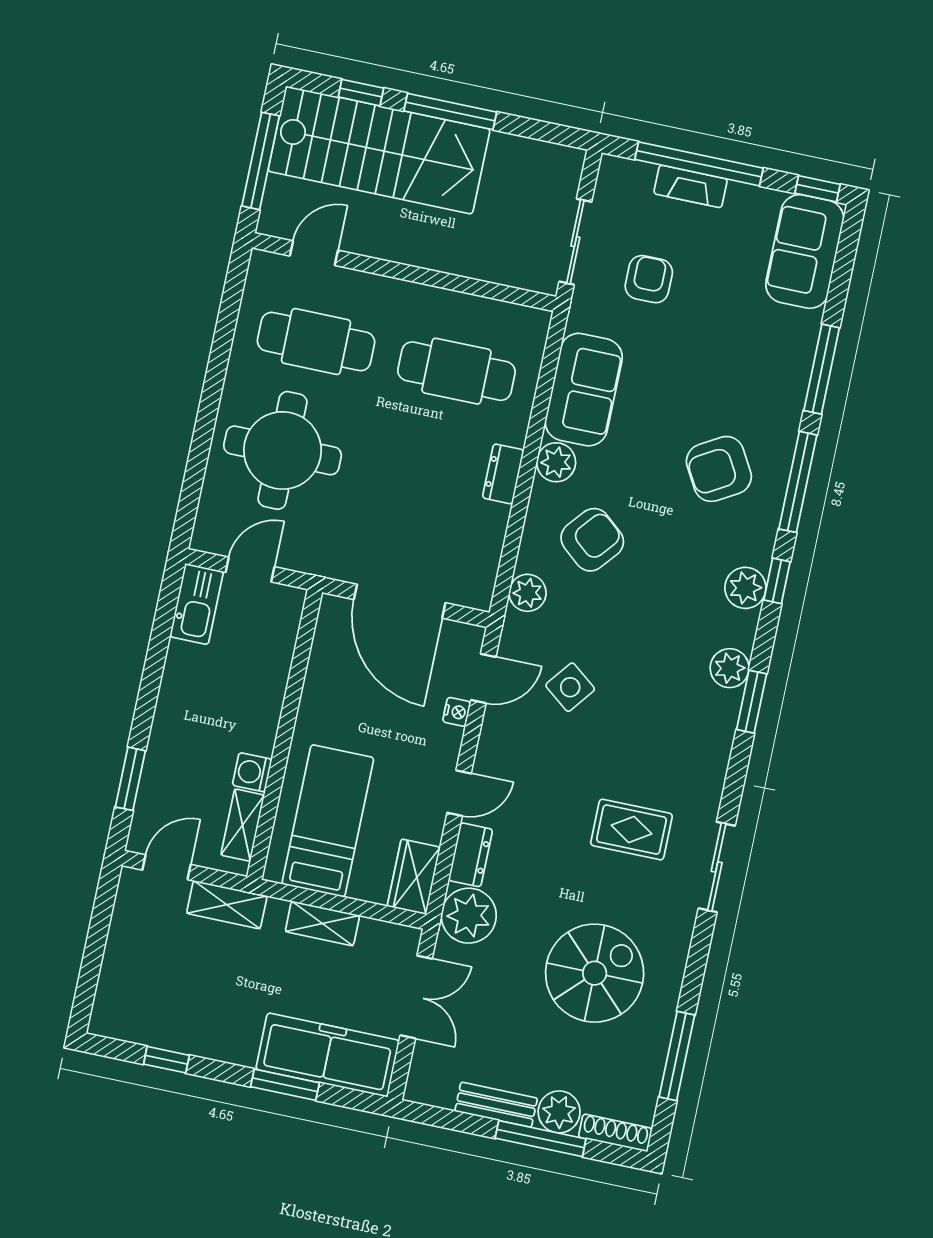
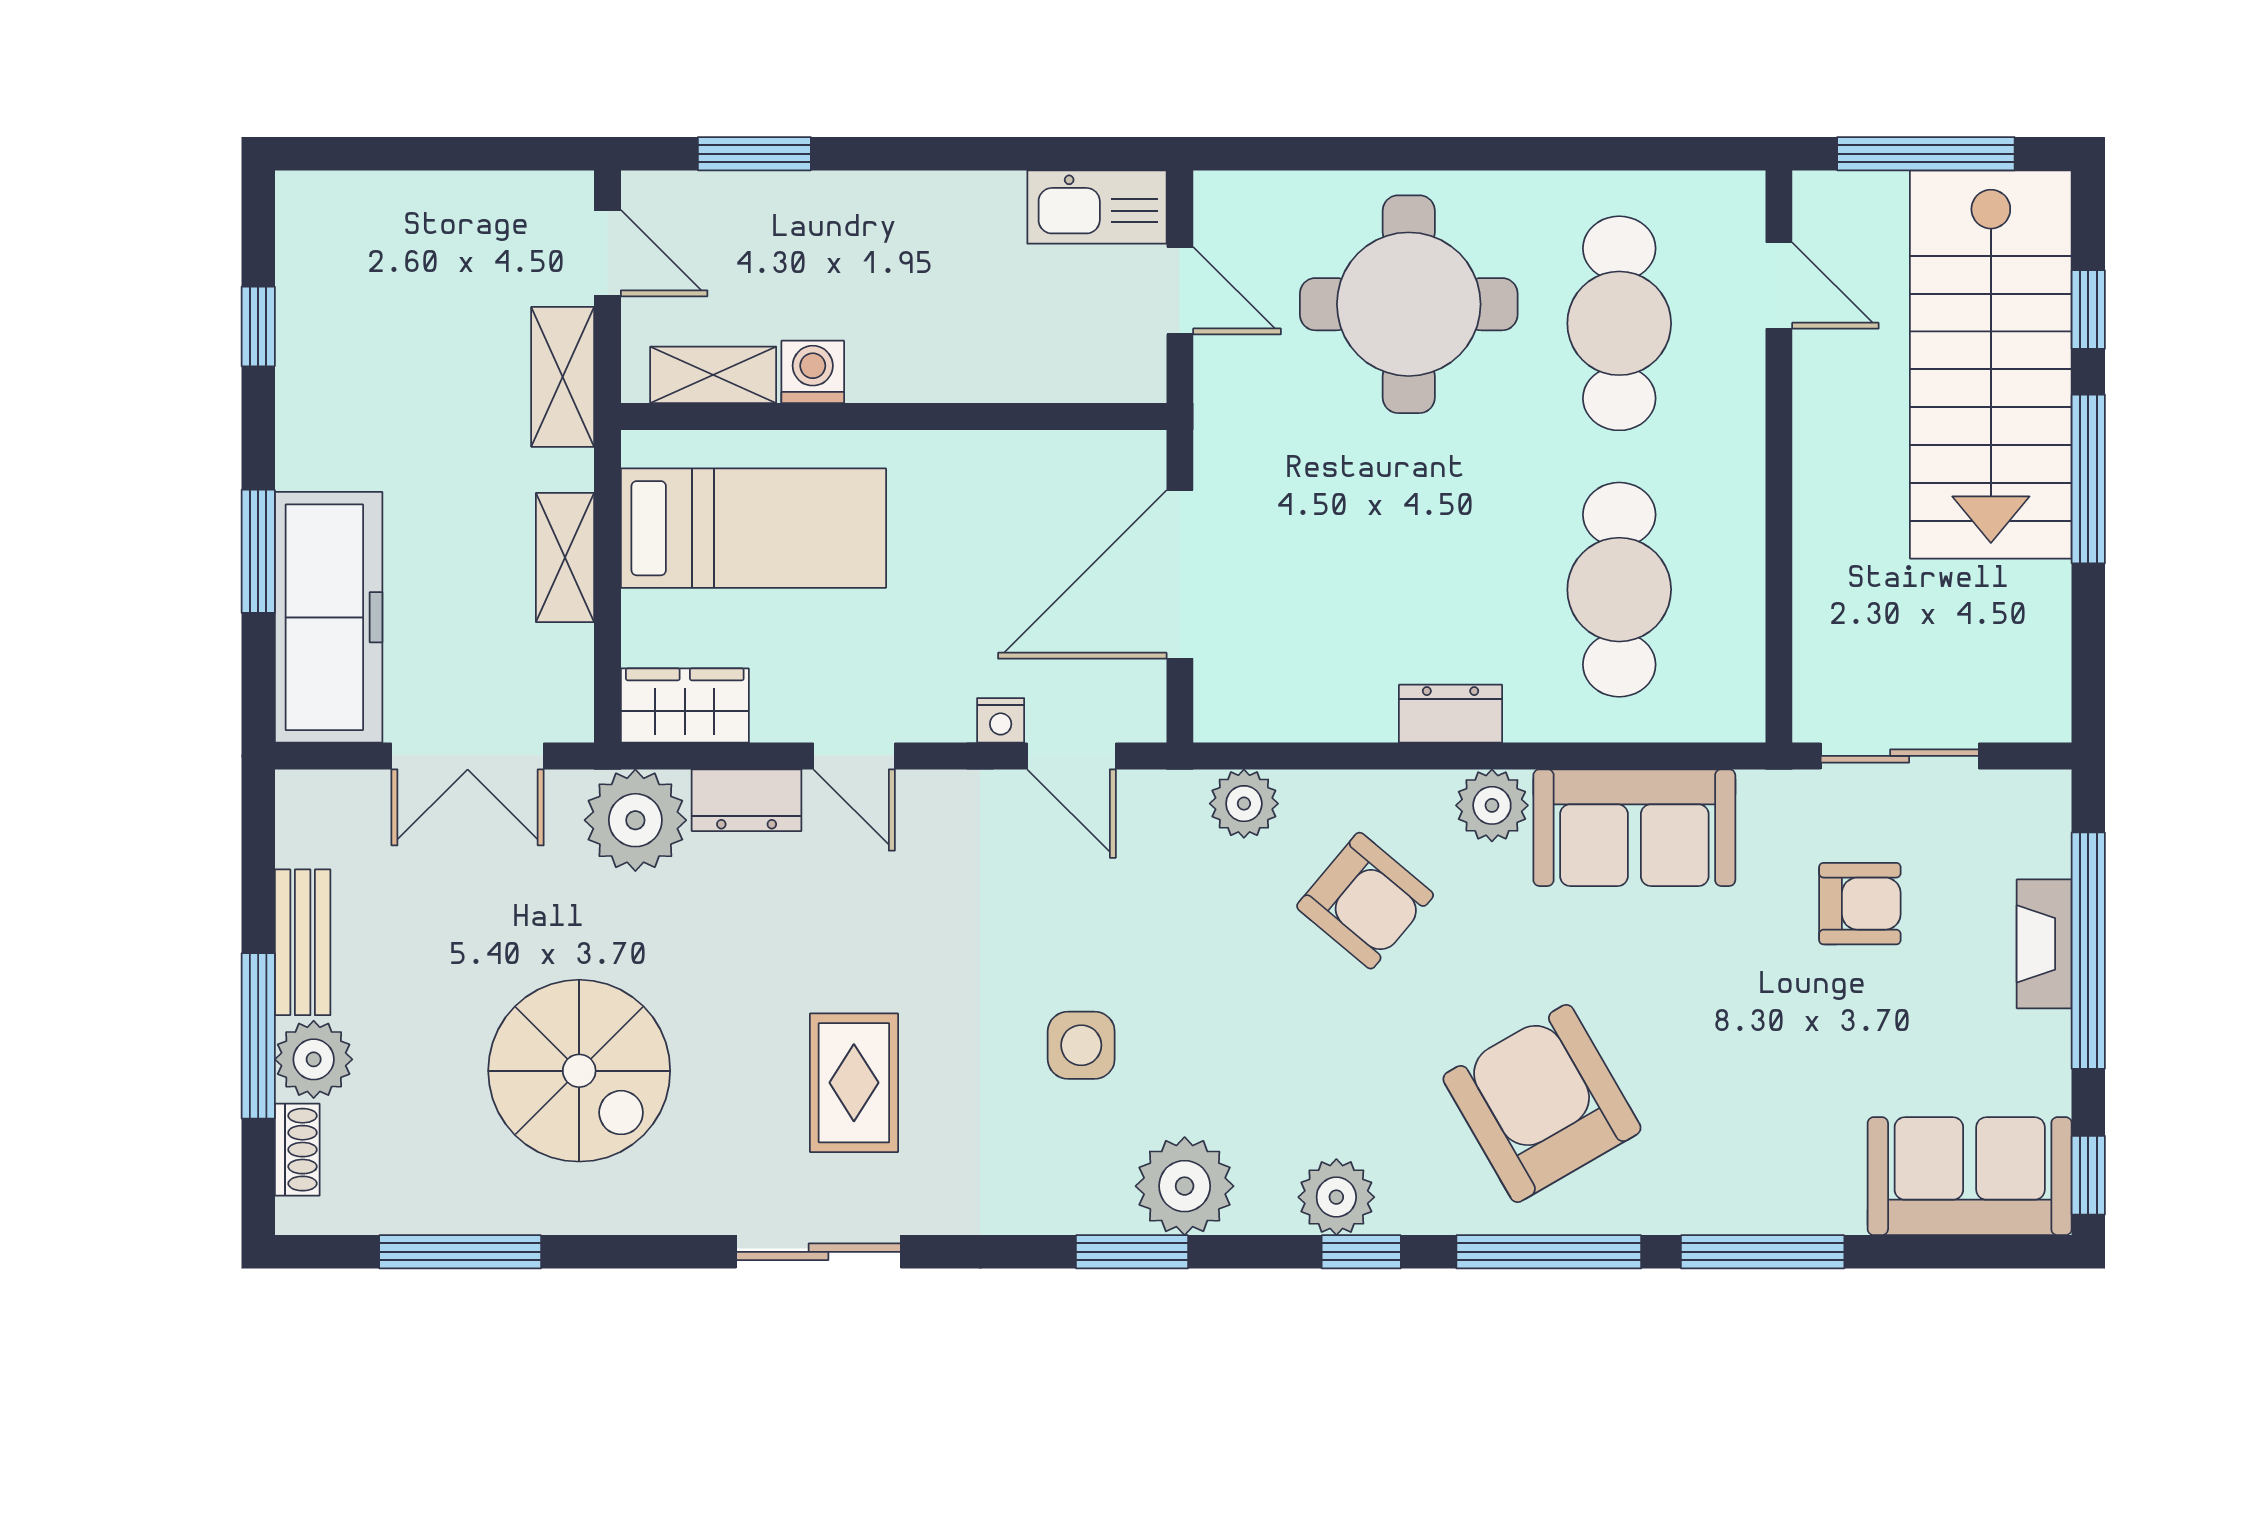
armchair: (719, 469) -> (1542, 1103), width x1.36, depth x1.36
plant: (730, 668) -> (1185, 1186), width x1.36, depth x1.36
side table: (570, 687) -> (1081, 1045), moved, turned -38
shoe rack: (615, 1133) -> (297, 1150), width x0.70

